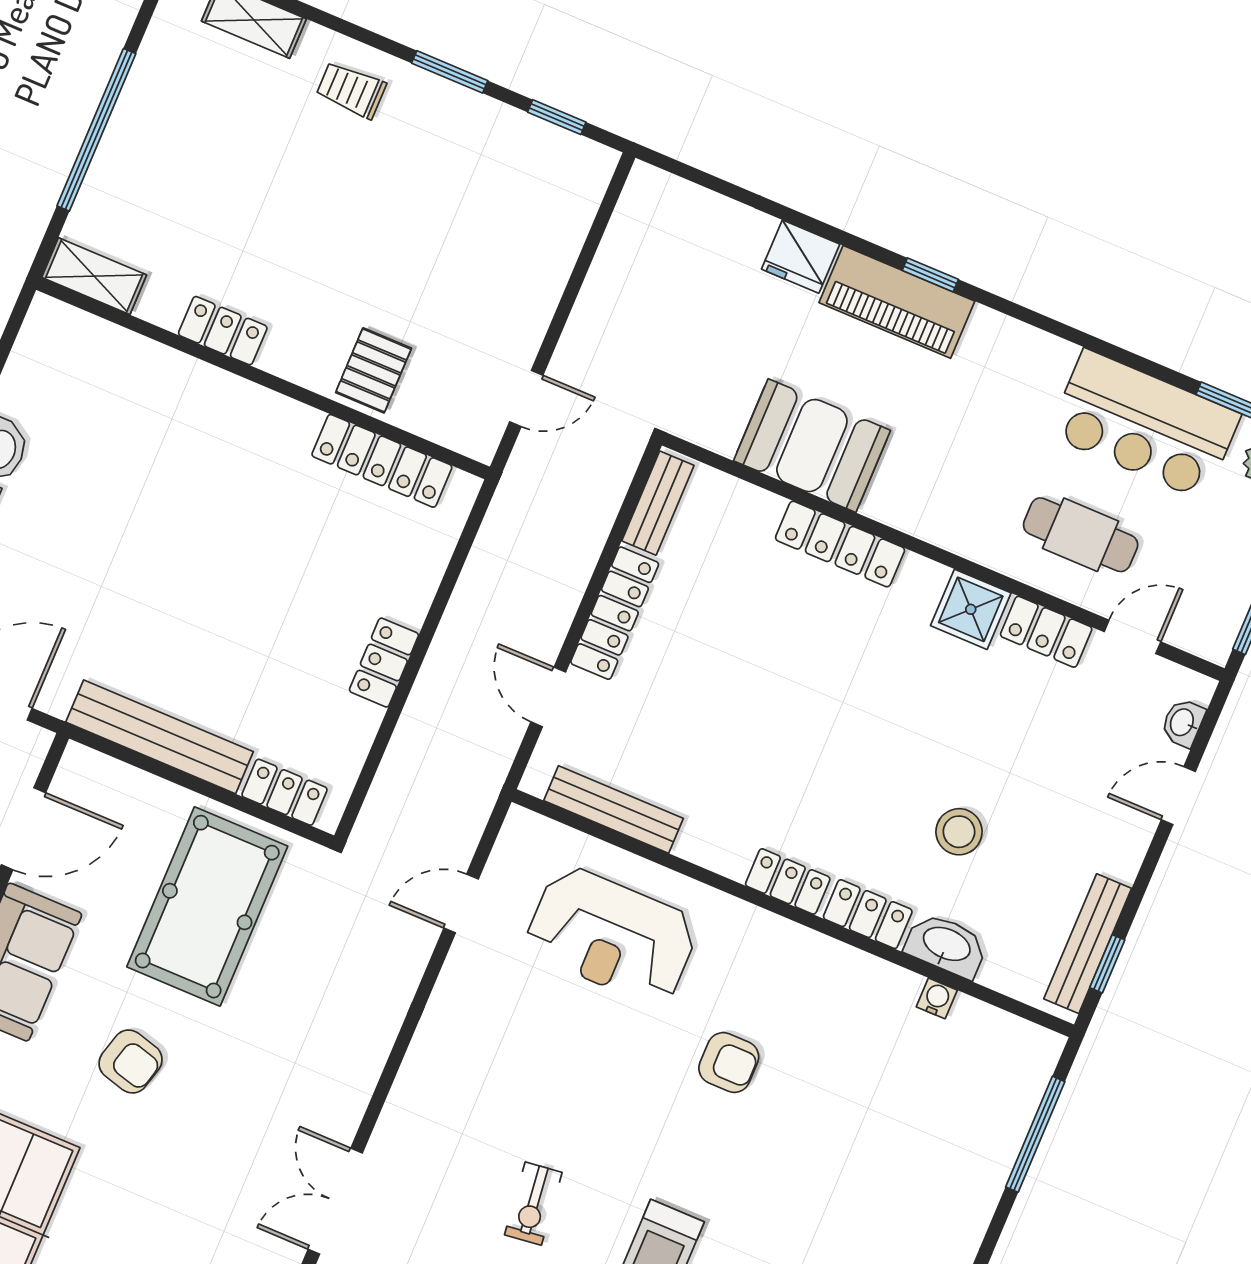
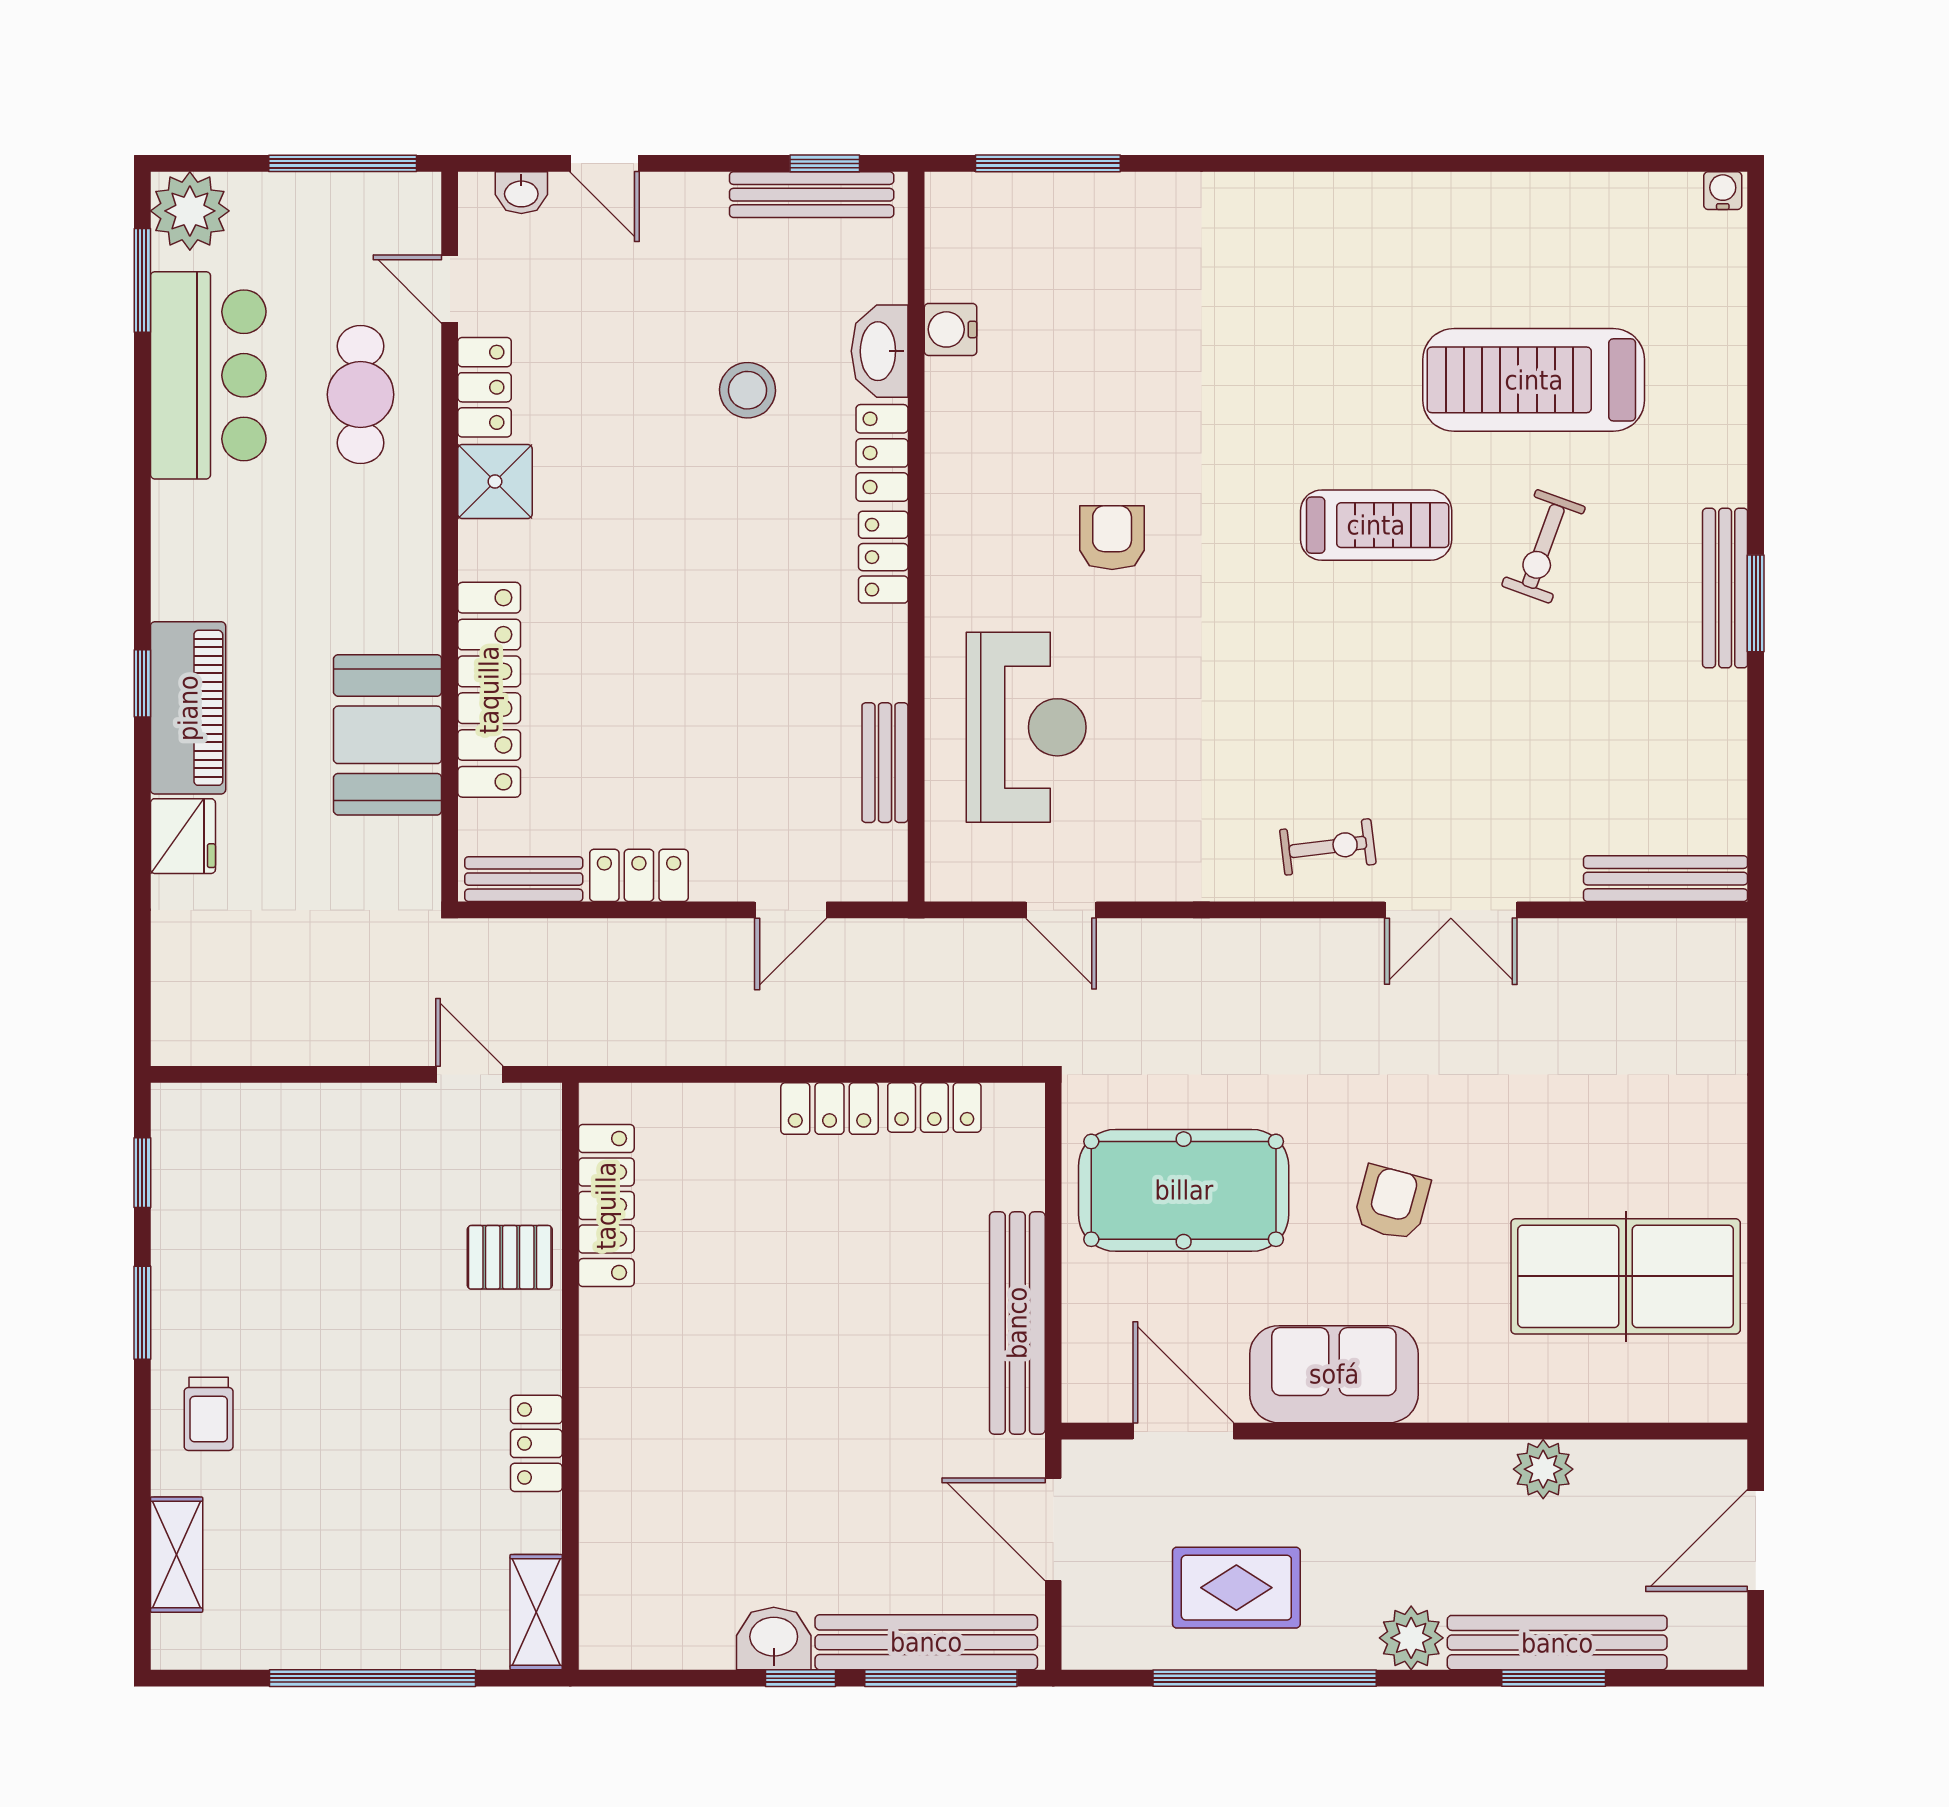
locker: (840, 544) -> (489, 690), width x1.41, depth x1.21
locker: (615, 613) -> (639, 875), width x0.66
locker: (285, 792) -> (934, 1107), moved, turned -90
bench: (614, 809) -> (885, 763), width x0.73
water cooler: (937, 998) -> (950, 329), width x1.38, depth x1.38
exercise bike: (533, 1204) -> (1328, 847), moved

